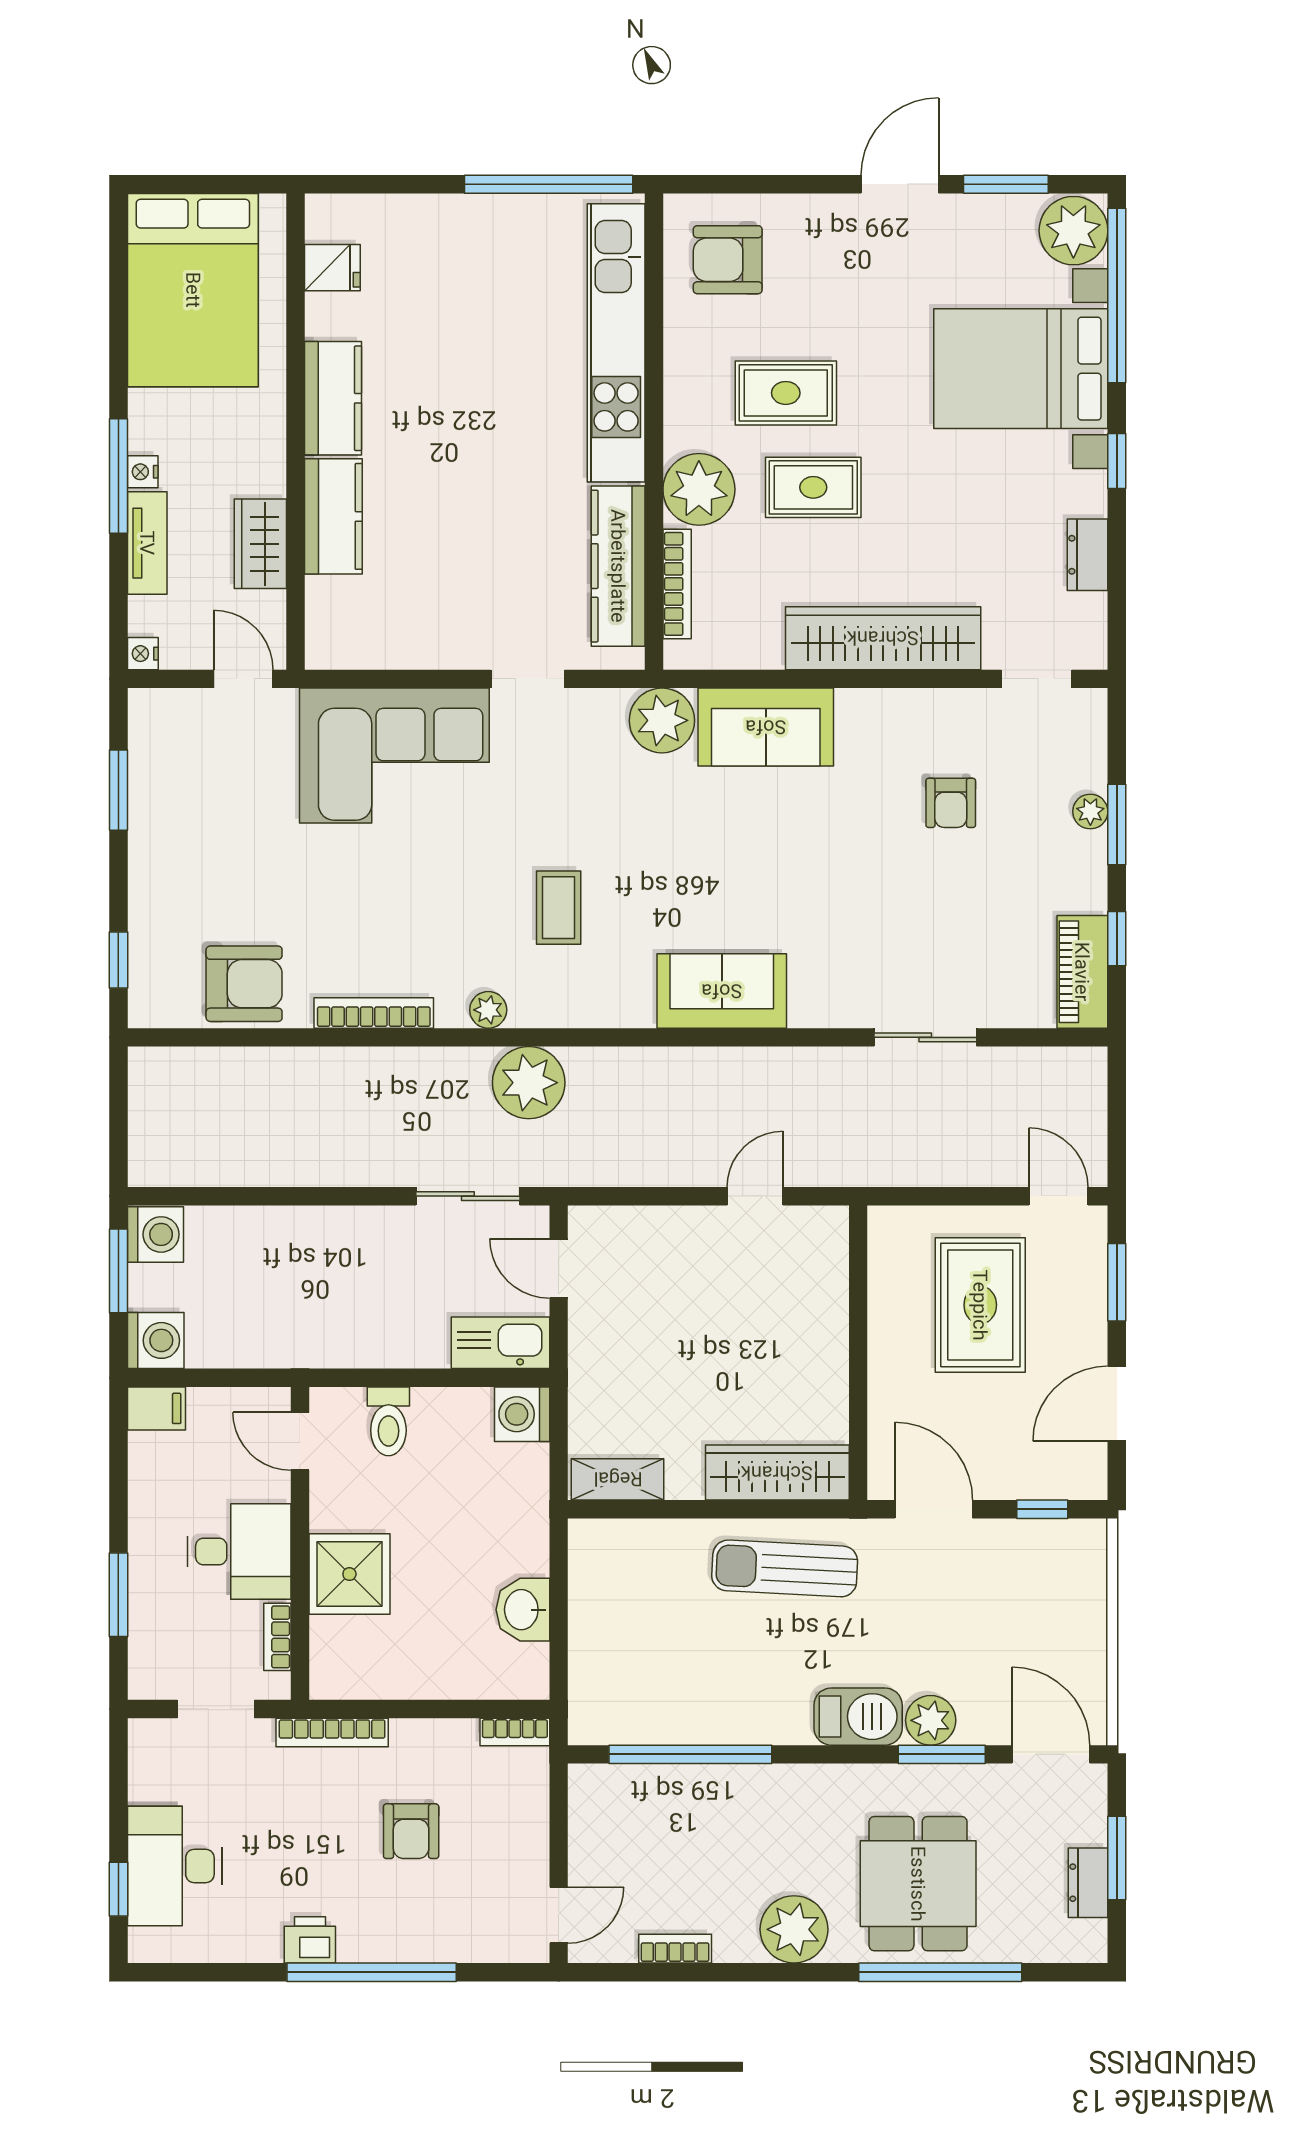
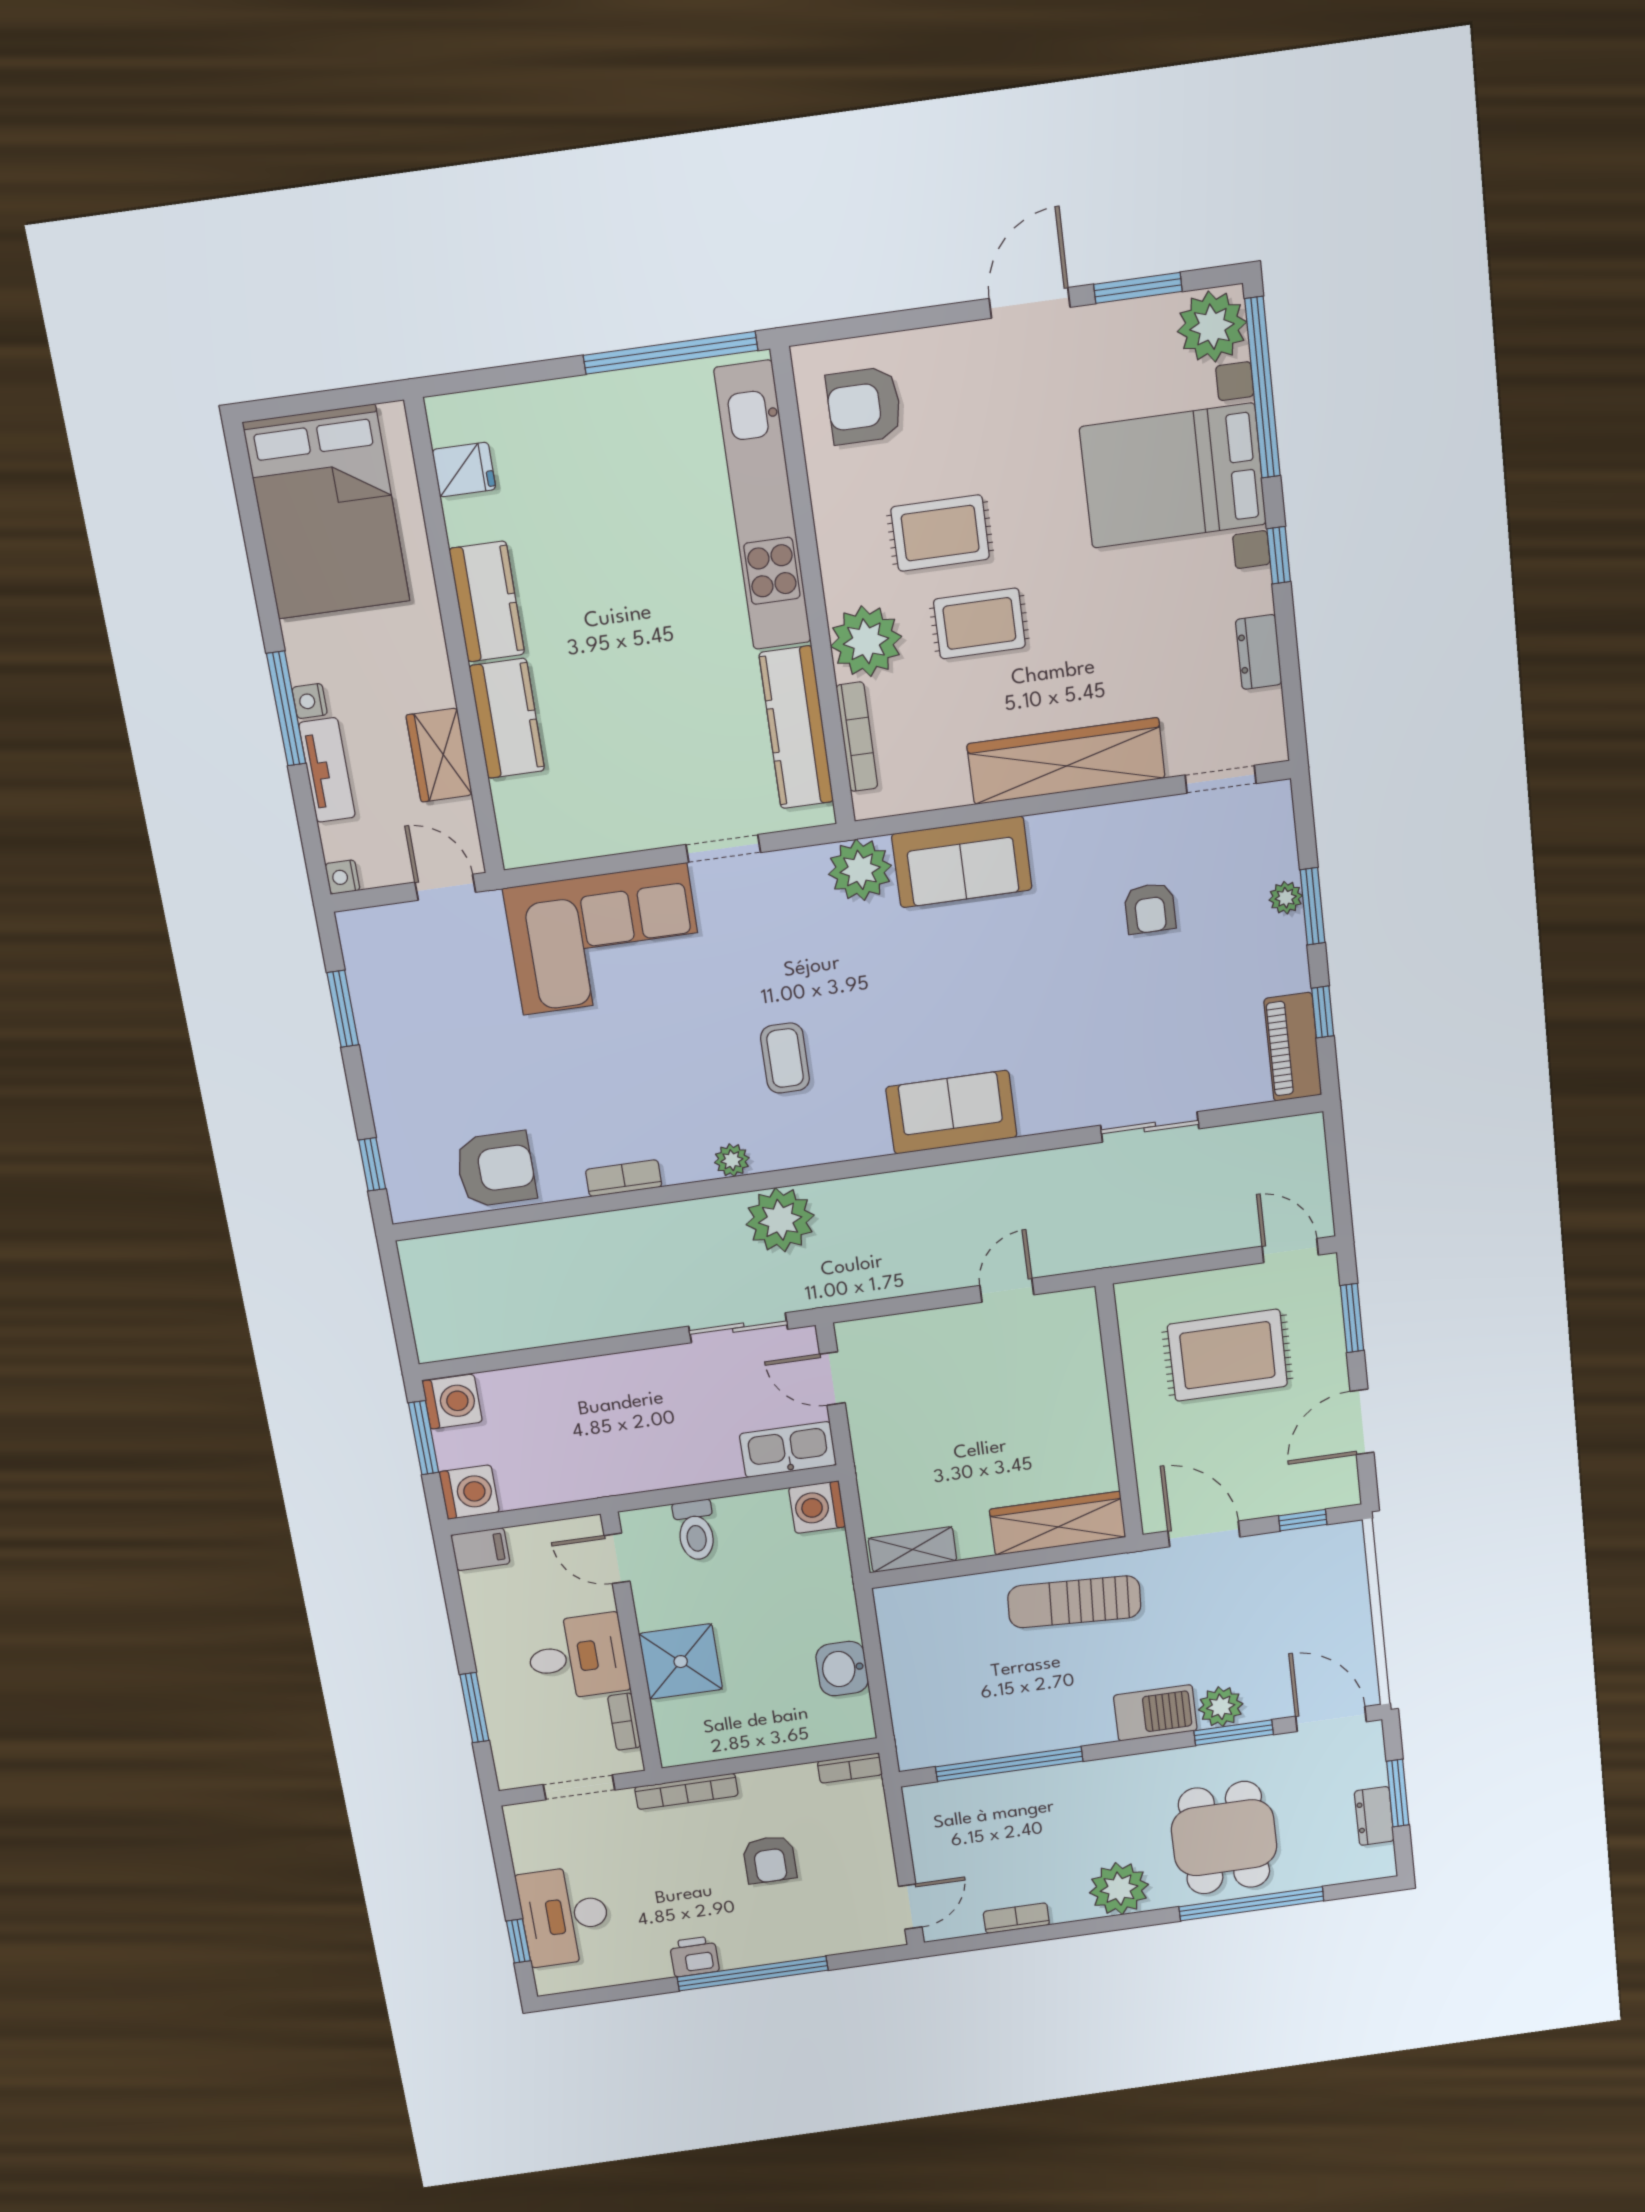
bookcase: (374, 1013) -> (624, 1178), width x0.64
rug: (980, 1305) -> (1227, 1355), turned 90

